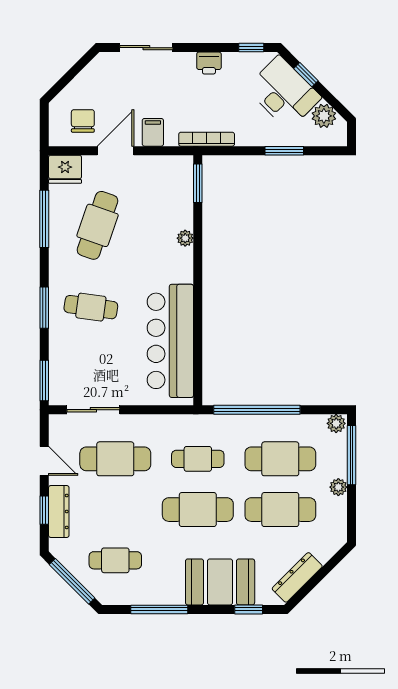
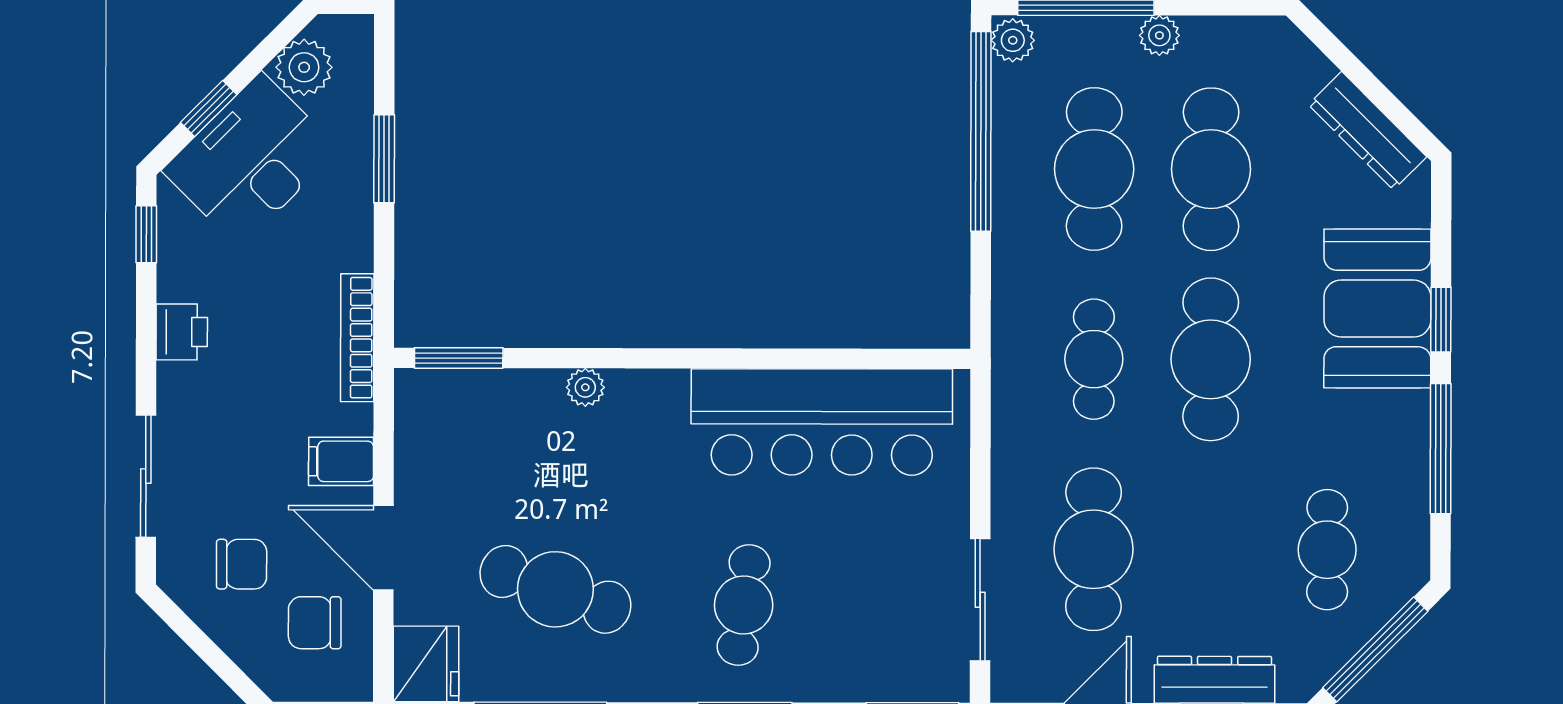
chair: (108, 89) -> (242, 564), added
window: (257, 410) -> (981, 131), moved
window: (249, 609) -> (1441, 320), moved

